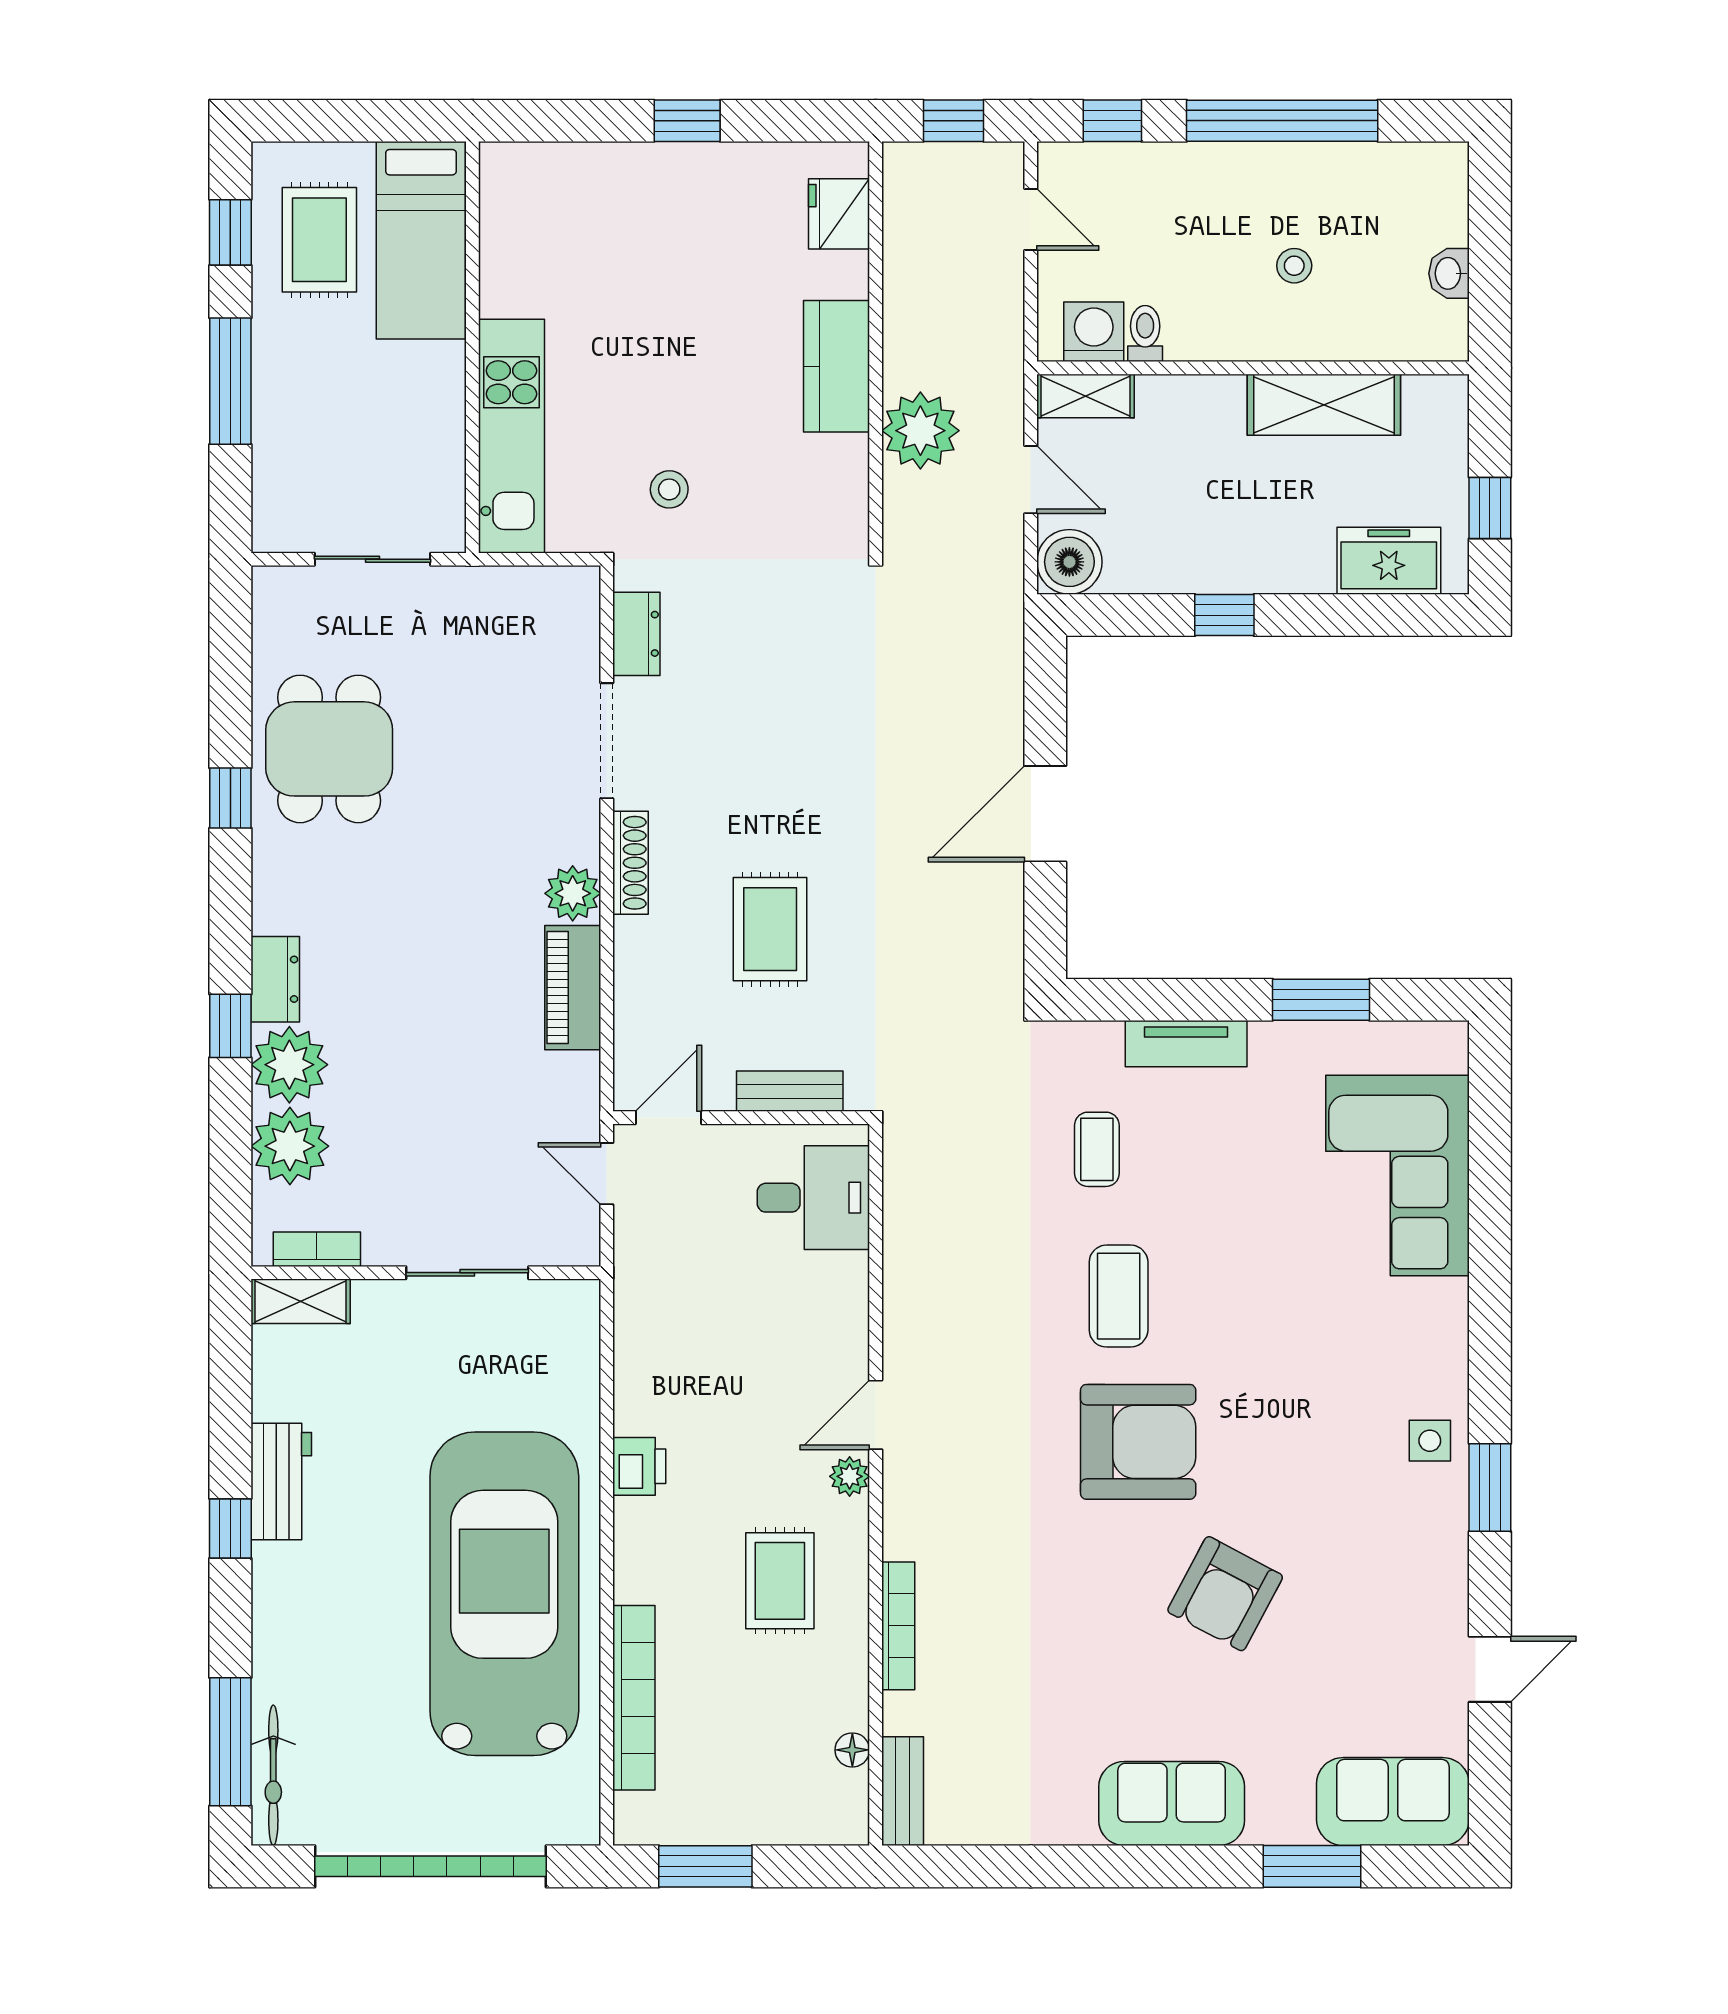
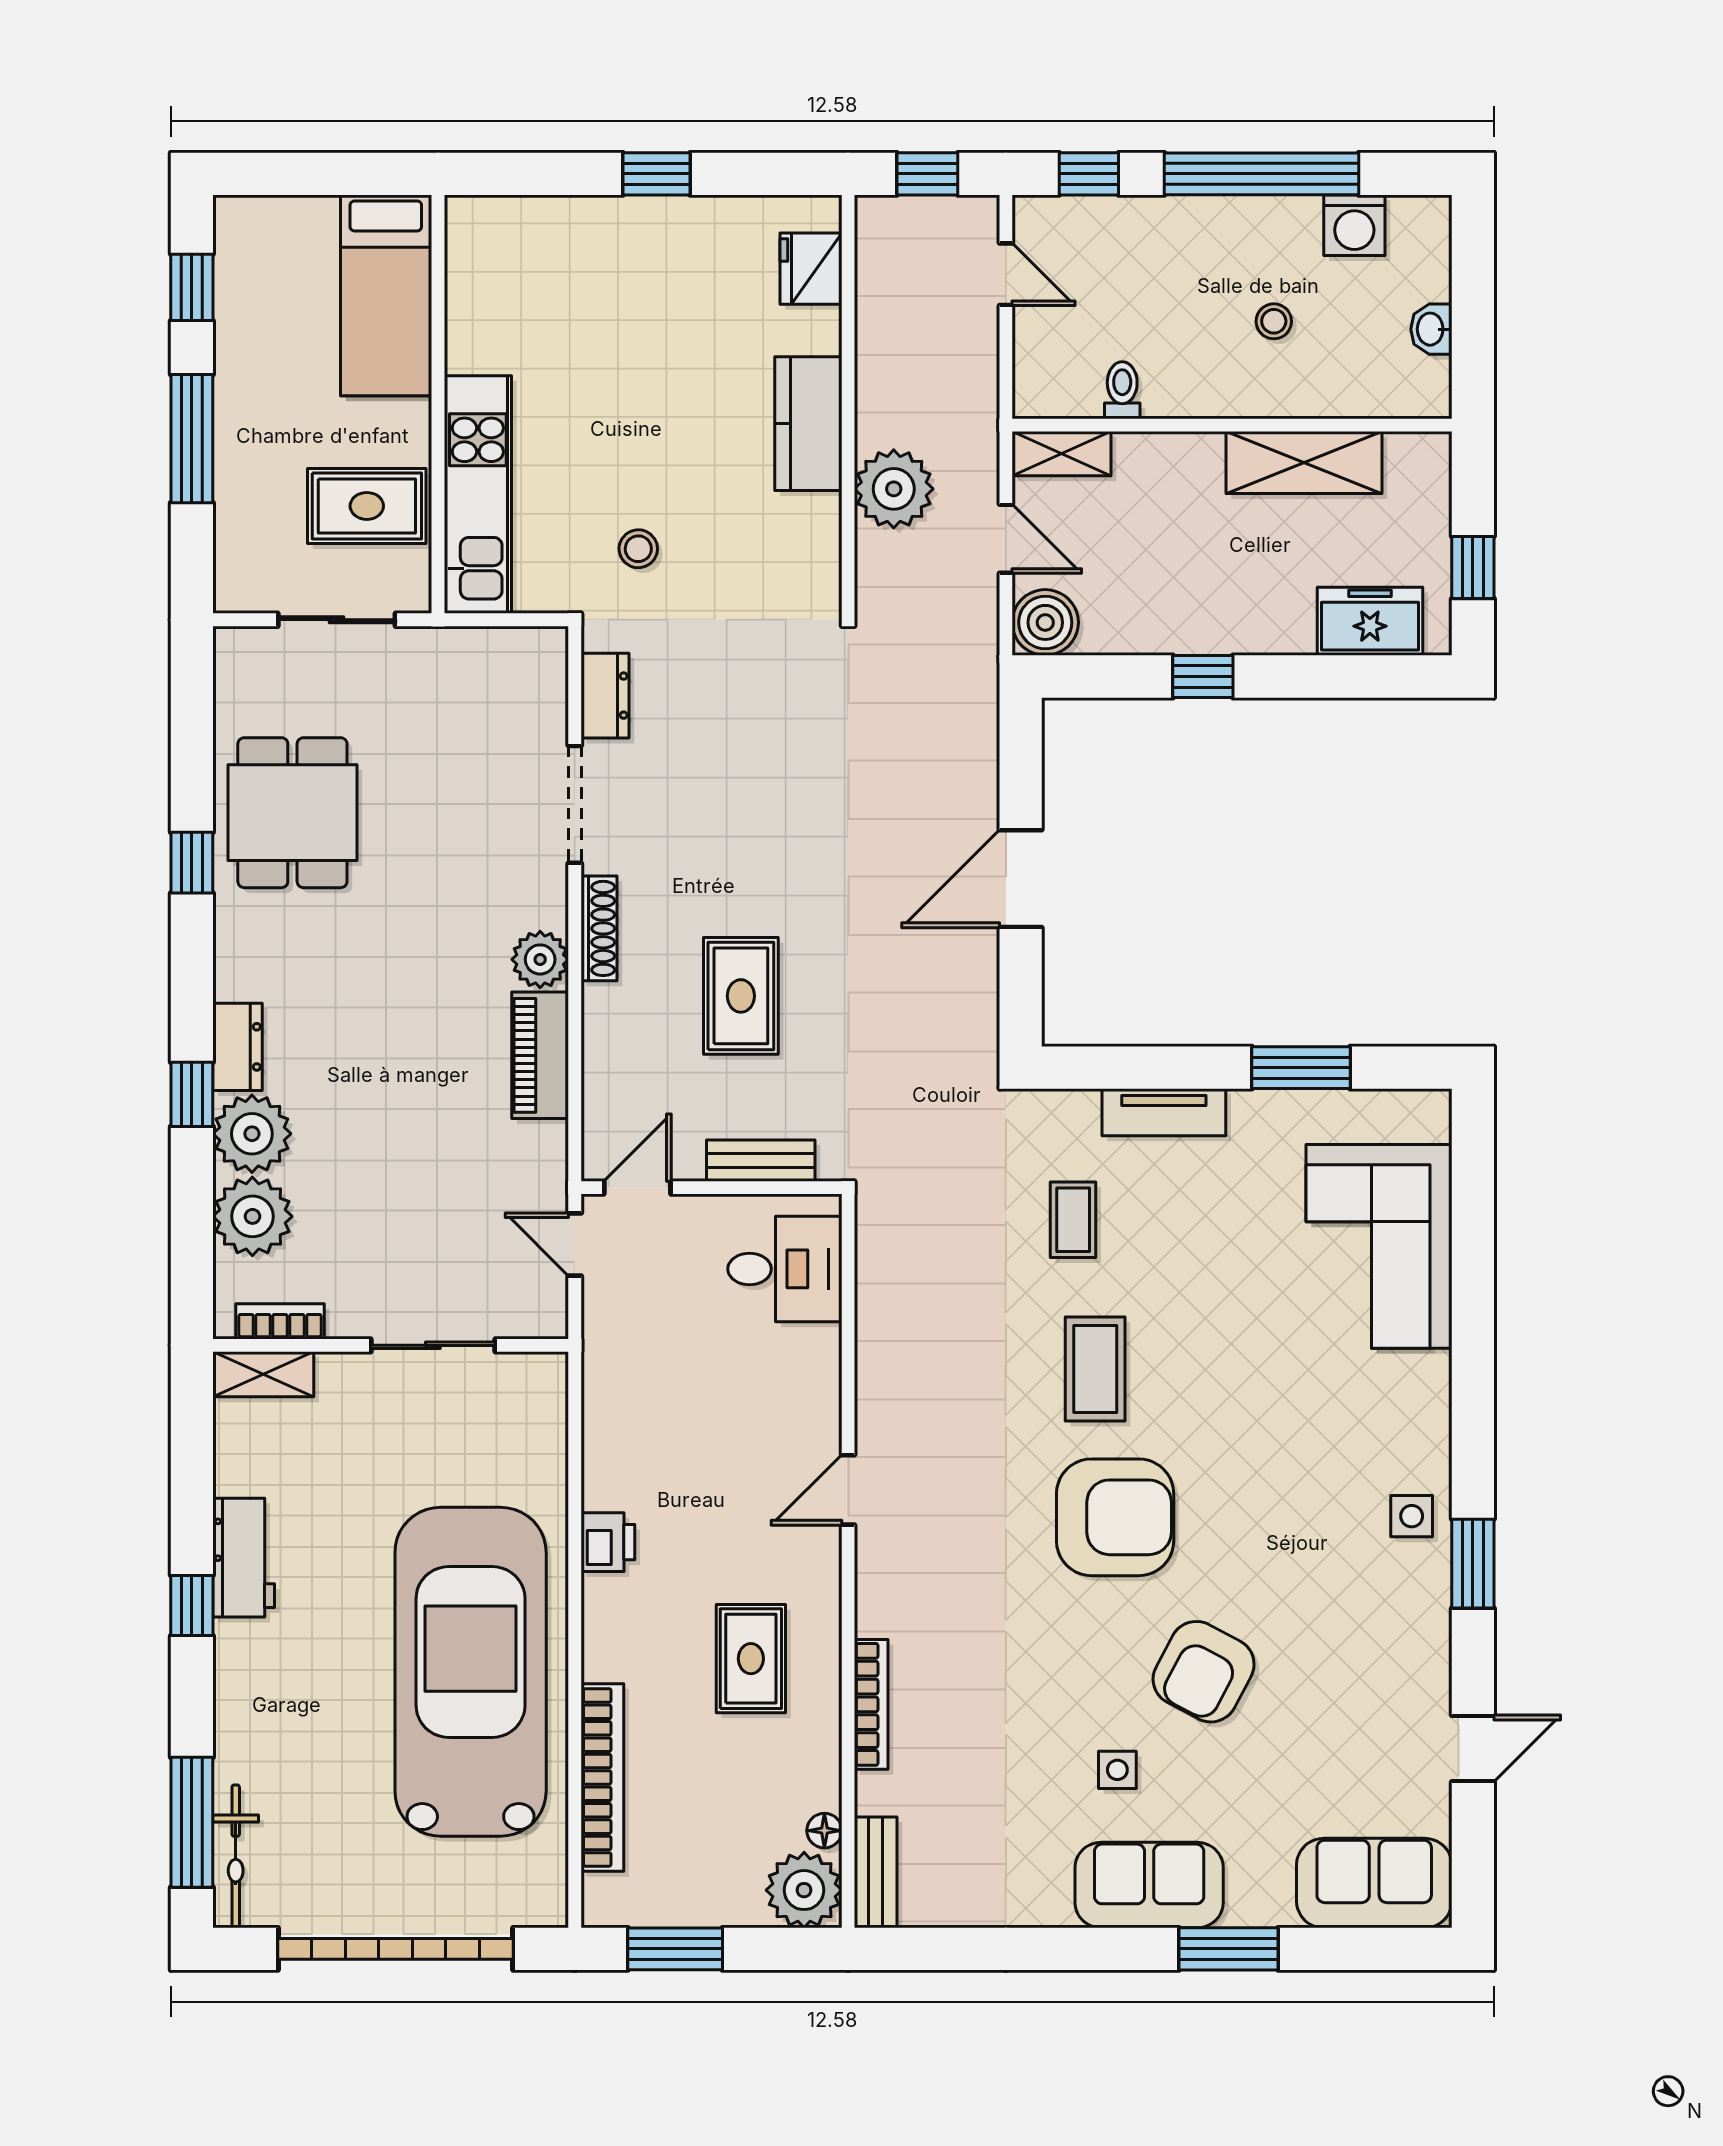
rug: (319, 240) -> (367, 506), moved, turned 90
washing machine: (1094, 332) -> (1354, 225), moved, turned 180
plant: (850, 1476) -> (804, 1890), moved, width x1.87, depth x1.87
side table: (1140, 1690) -> (1117, 1770), added
window: (1312, 1866) -> (1229, 1949), moved

